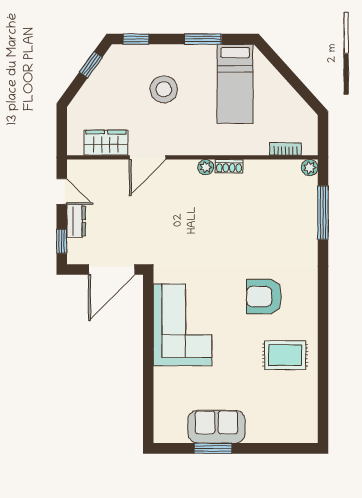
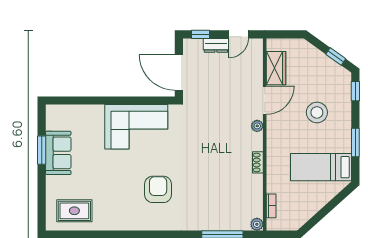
door: (148, 157) -> (265, 100), swing flipped
plant: (206, 167) -> (257, 126), moved
rug: (285, 355) -> (74, 211), moved, turned 90

